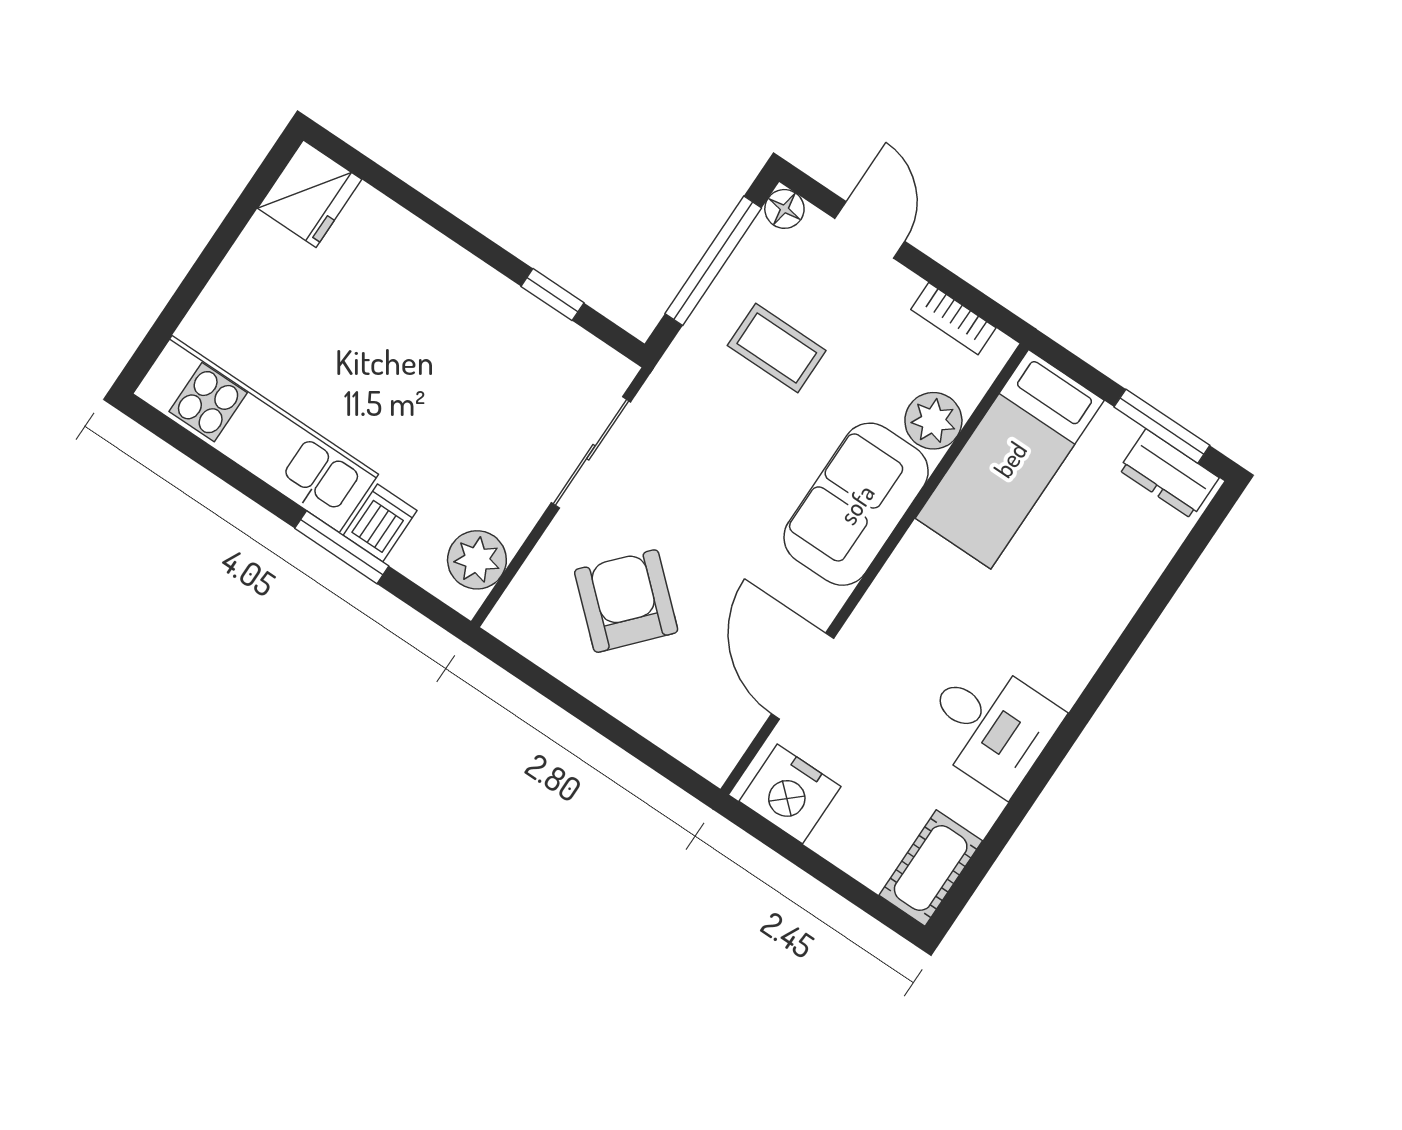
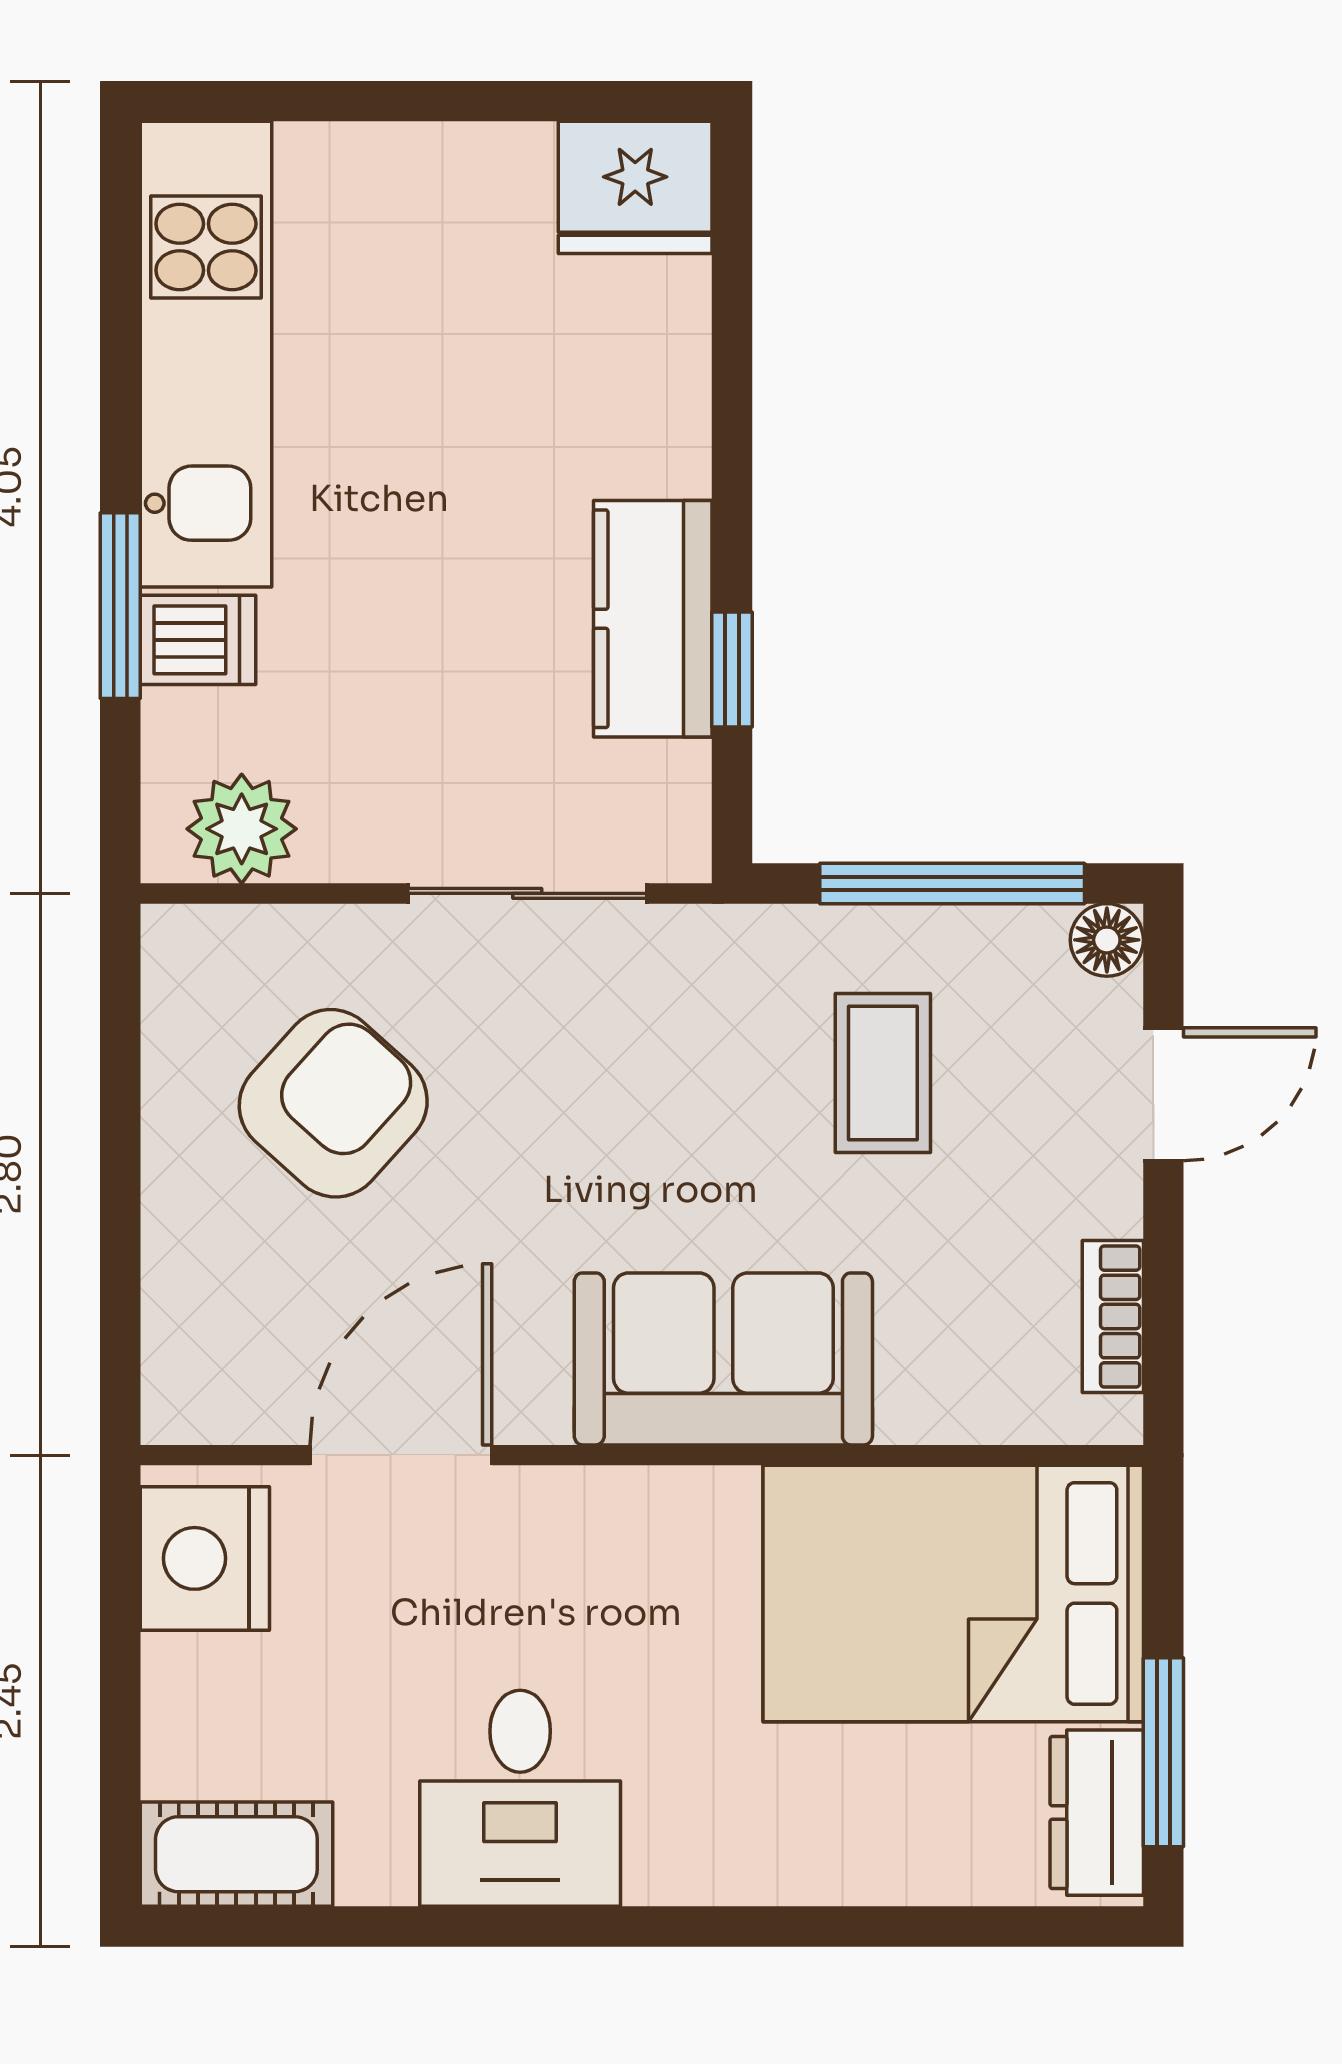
kitchen counter: (506, 315) -> (653, 619), added
plant: (933, 421) -> (933, 1392), removed
bed: (1010, 459) -> (953, 1593), width x1.50

